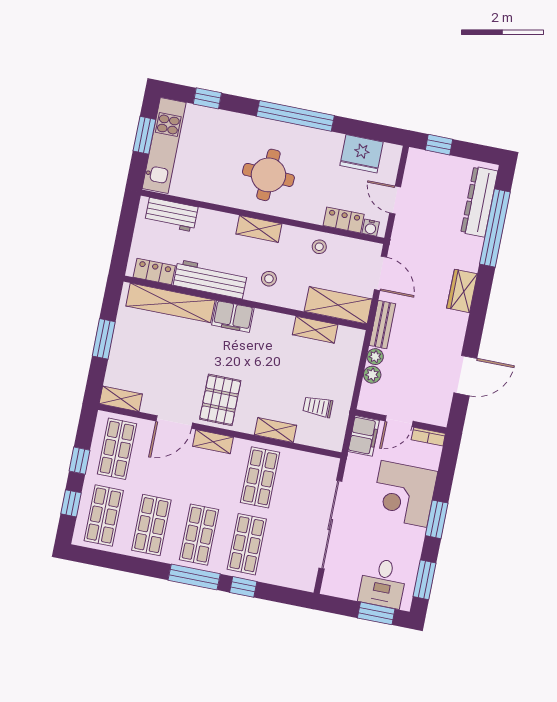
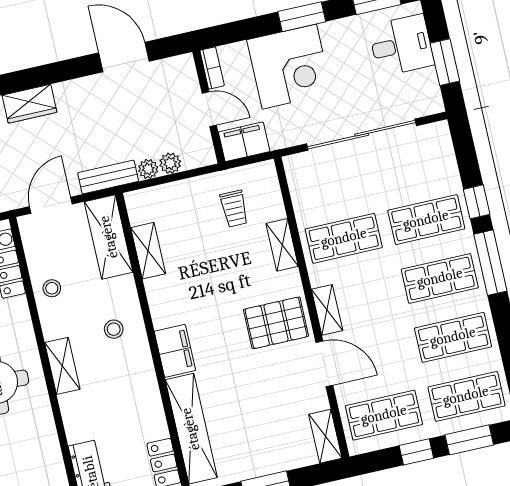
workbench: (210, 279) -> (144, 395), removed
window: (71, 503) -> (469, 440), width x1.50
window: (376, 613) -> (445, 62), moved

